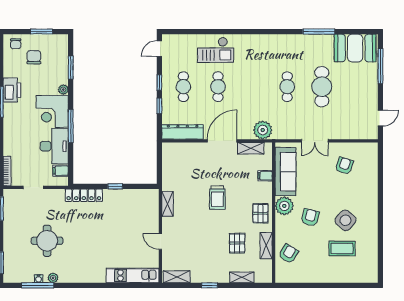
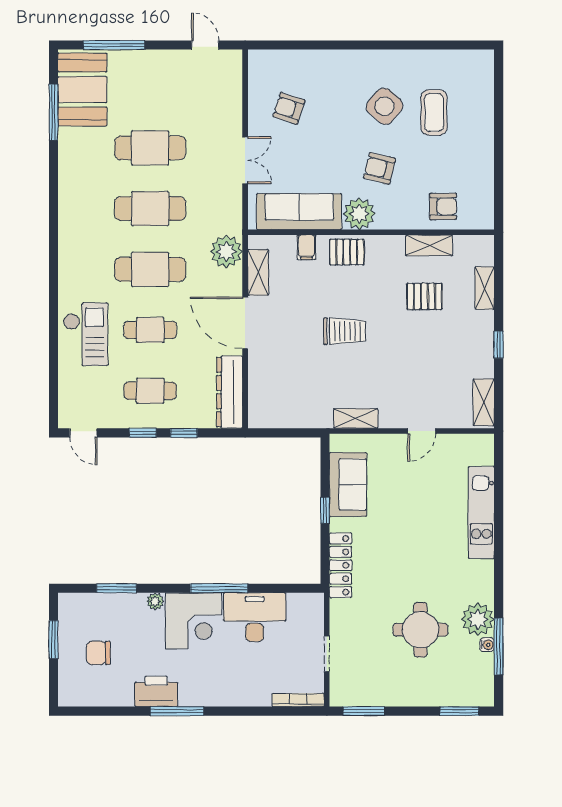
window: (319, 32) -> (53, 112), moved
chair: (16, 44) -> (75, 685), removed
cafe table: (253, 87) -> (150, 269), added
cafe table: (287, 87) -> (150, 209), width x1.37, depth x1.35
filing cabinet: (61, 171) -> (298, 606), removed
sofa: (130, 199) -> (348, 485), added
pallet: (260, 213) -> (347, 252), moved
armchair: (288, 254) -> (443, 206), turned 149
kitchen unit: (133, 275) -> (481, 513), moved
plant: (53, 278) -> (478, 619), width x1.88, depth x1.88

